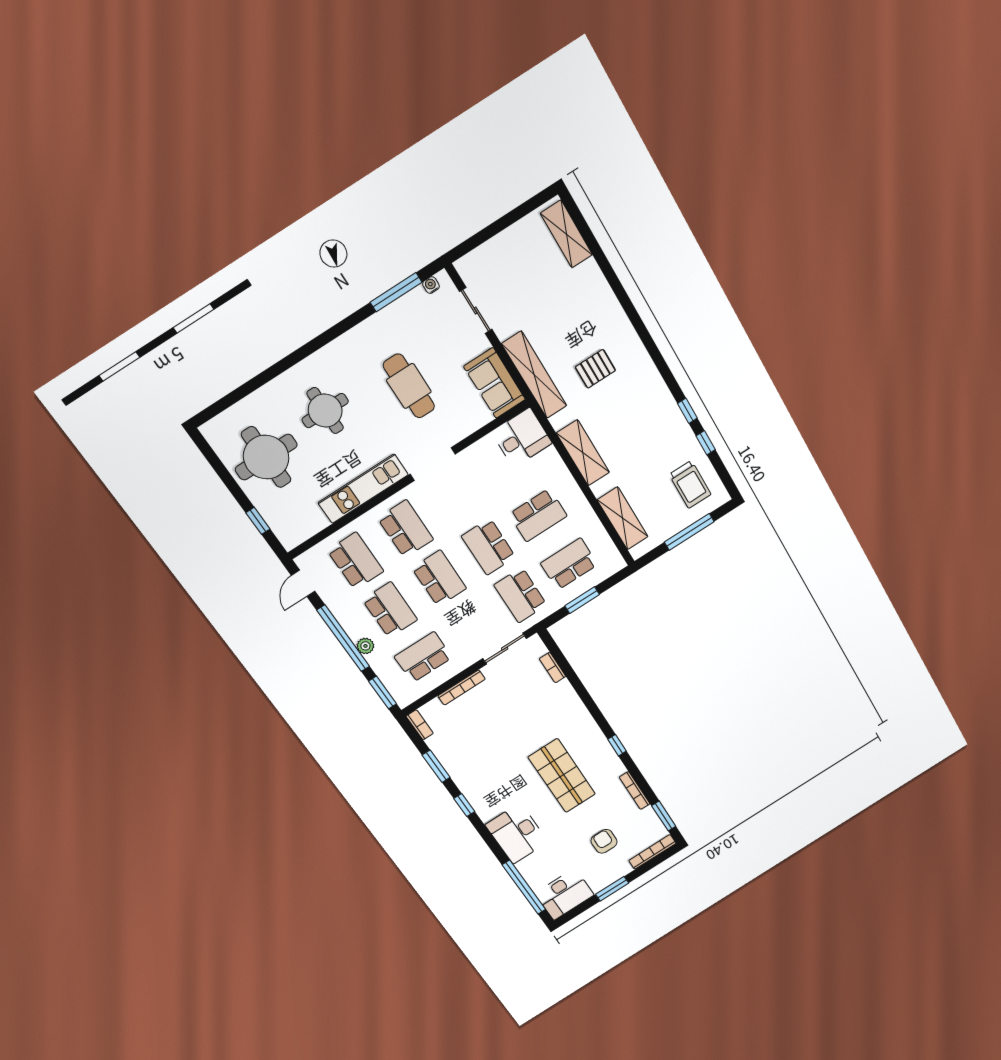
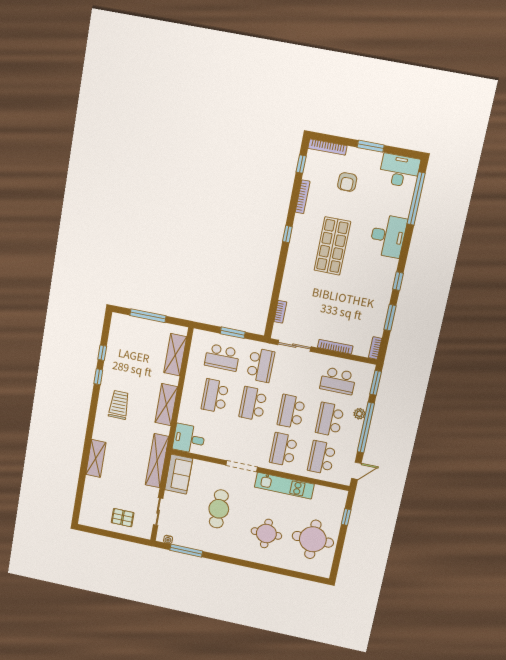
shelving: (566, 234) -> (96, 459), moved
pallet: (595, 369) -> (123, 518), moved
trolley: (690, 484) -> (119, 405), moved
school desk: (538, 515) -> (215, 396), turned -90
school desk: (489, 547) -> (253, 404), turned 180
window: (664, 816) -> (301, 164), width x0.67

